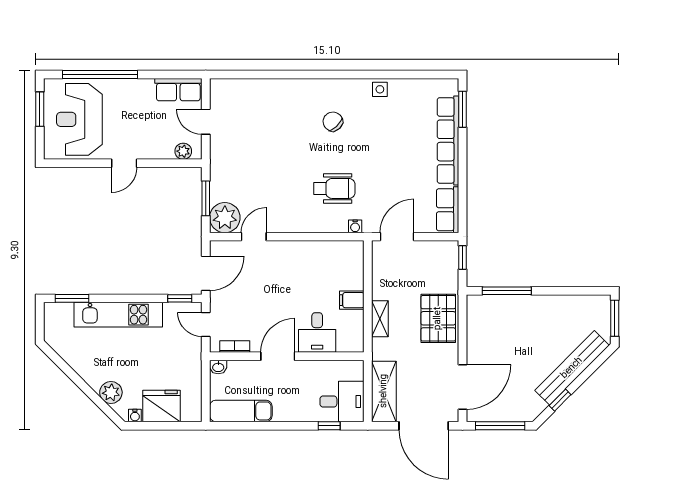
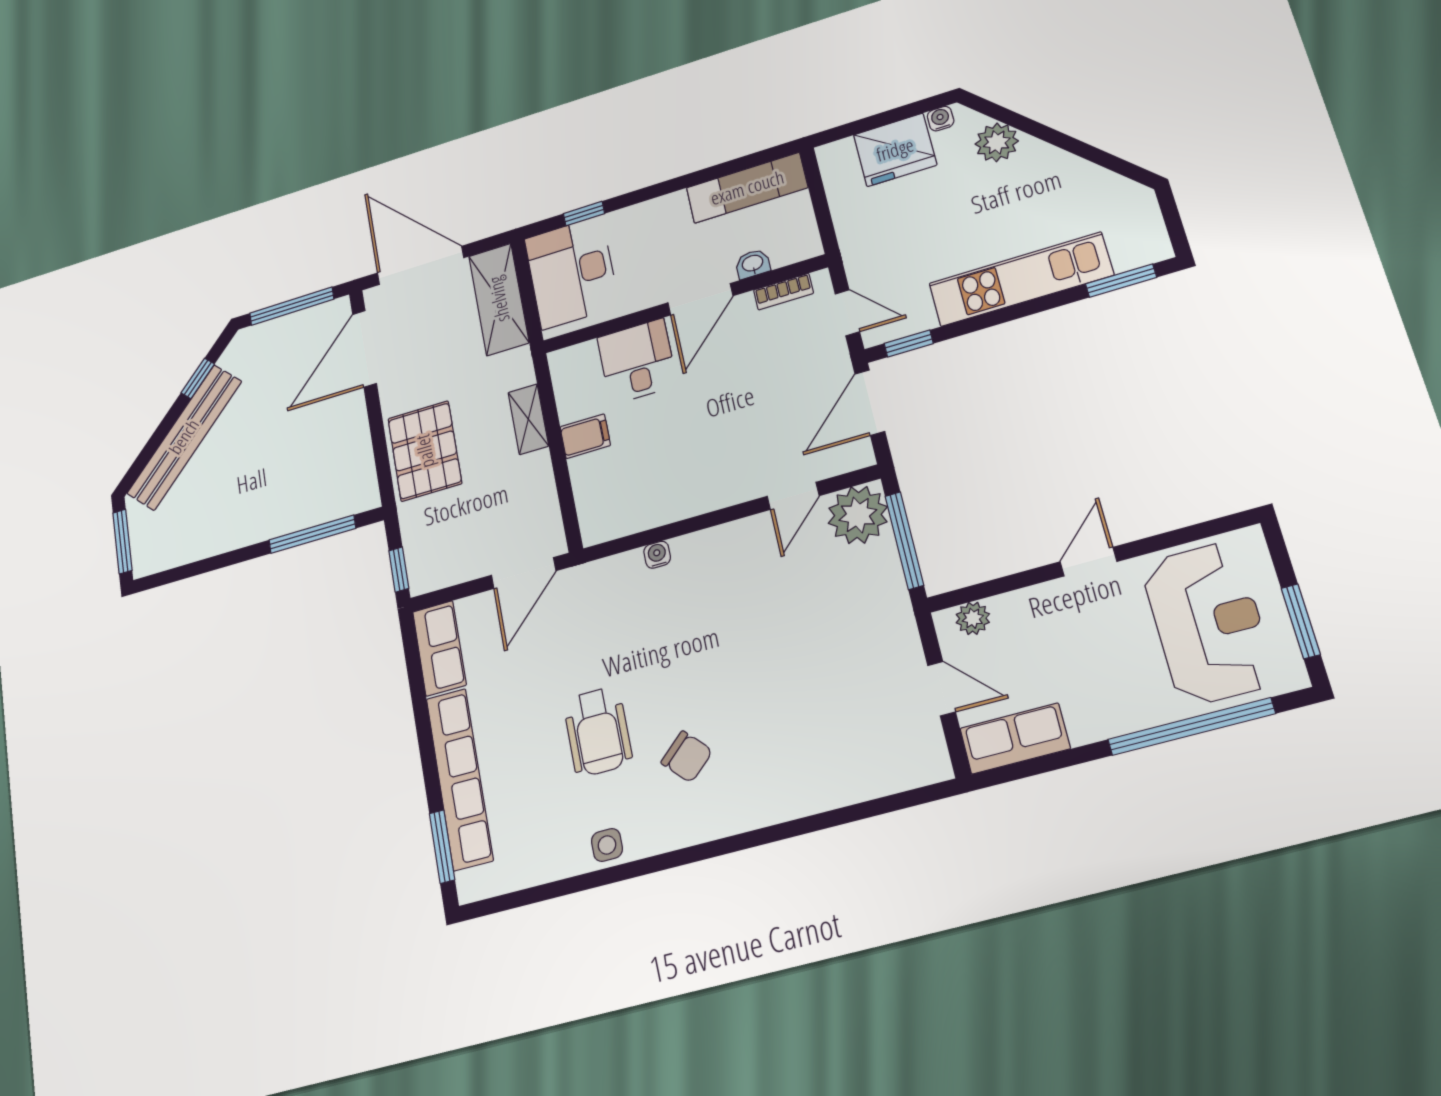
wheelchair: (334, 188) -> (598, 732), moved, turned -90
window: (206, 198) -> (904, 540), width x1.44
water cooler: (355, 226) -> (657, 555), moved
washbasin: (218, 367) -> (753, 264), moved
desk: (342, 402) -> (572, 272), width x1.37

